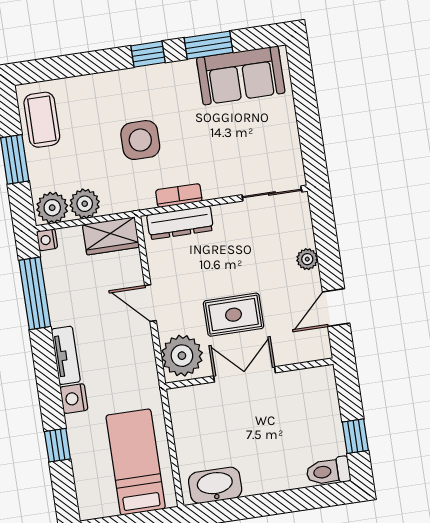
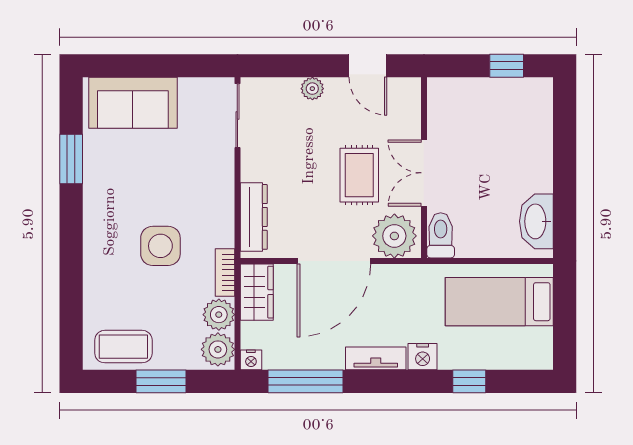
window: (148, 54) -> (71, 224), removed
sofa: (241, 75) -> (133, 103), moved, turned 90
bookcase: (179, 196) -> (225, 273), moved
door: (150, 303) -> (334, 261), width x1.87
toilet: (328, 471) -> (441, 235), moved, turned 180

